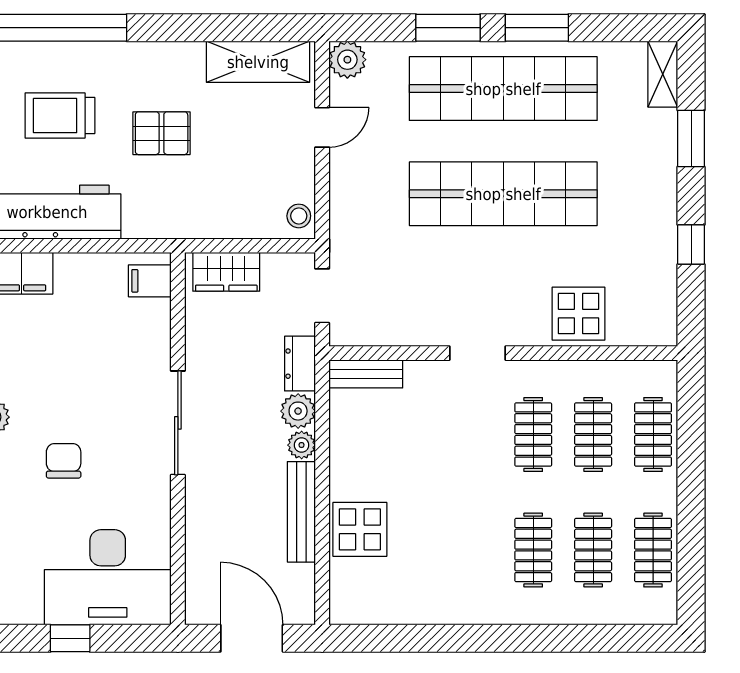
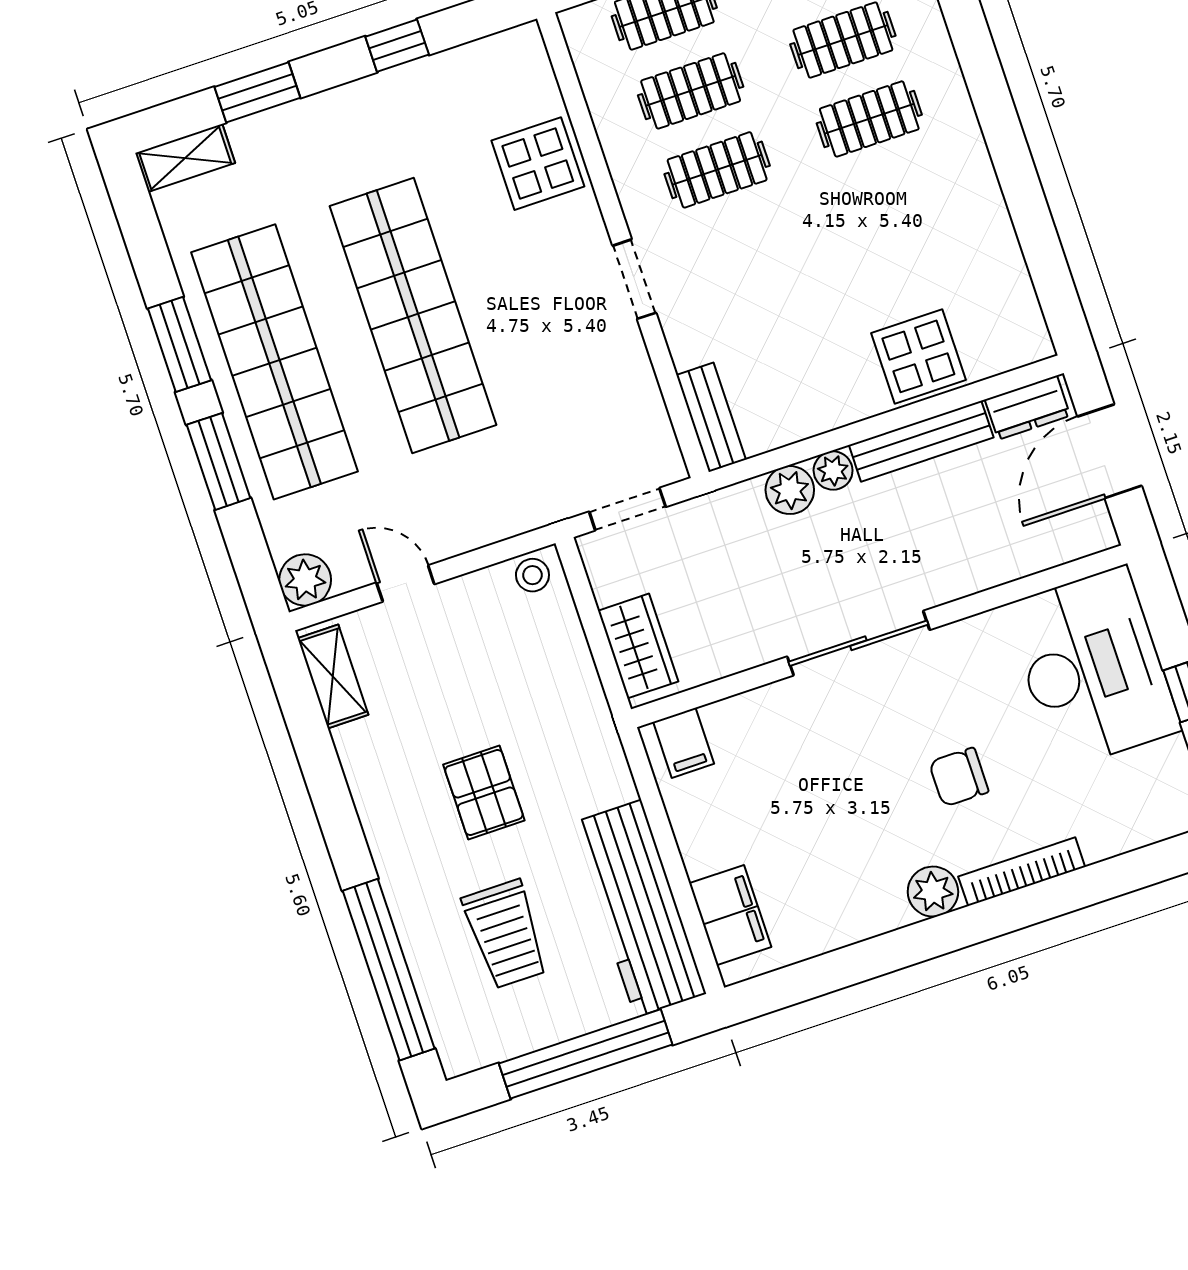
shelving: (258, 62) -> (333, 677), width x0.67, depth x0.75
dresser: (300, 364) -> (1028, 408), moved

